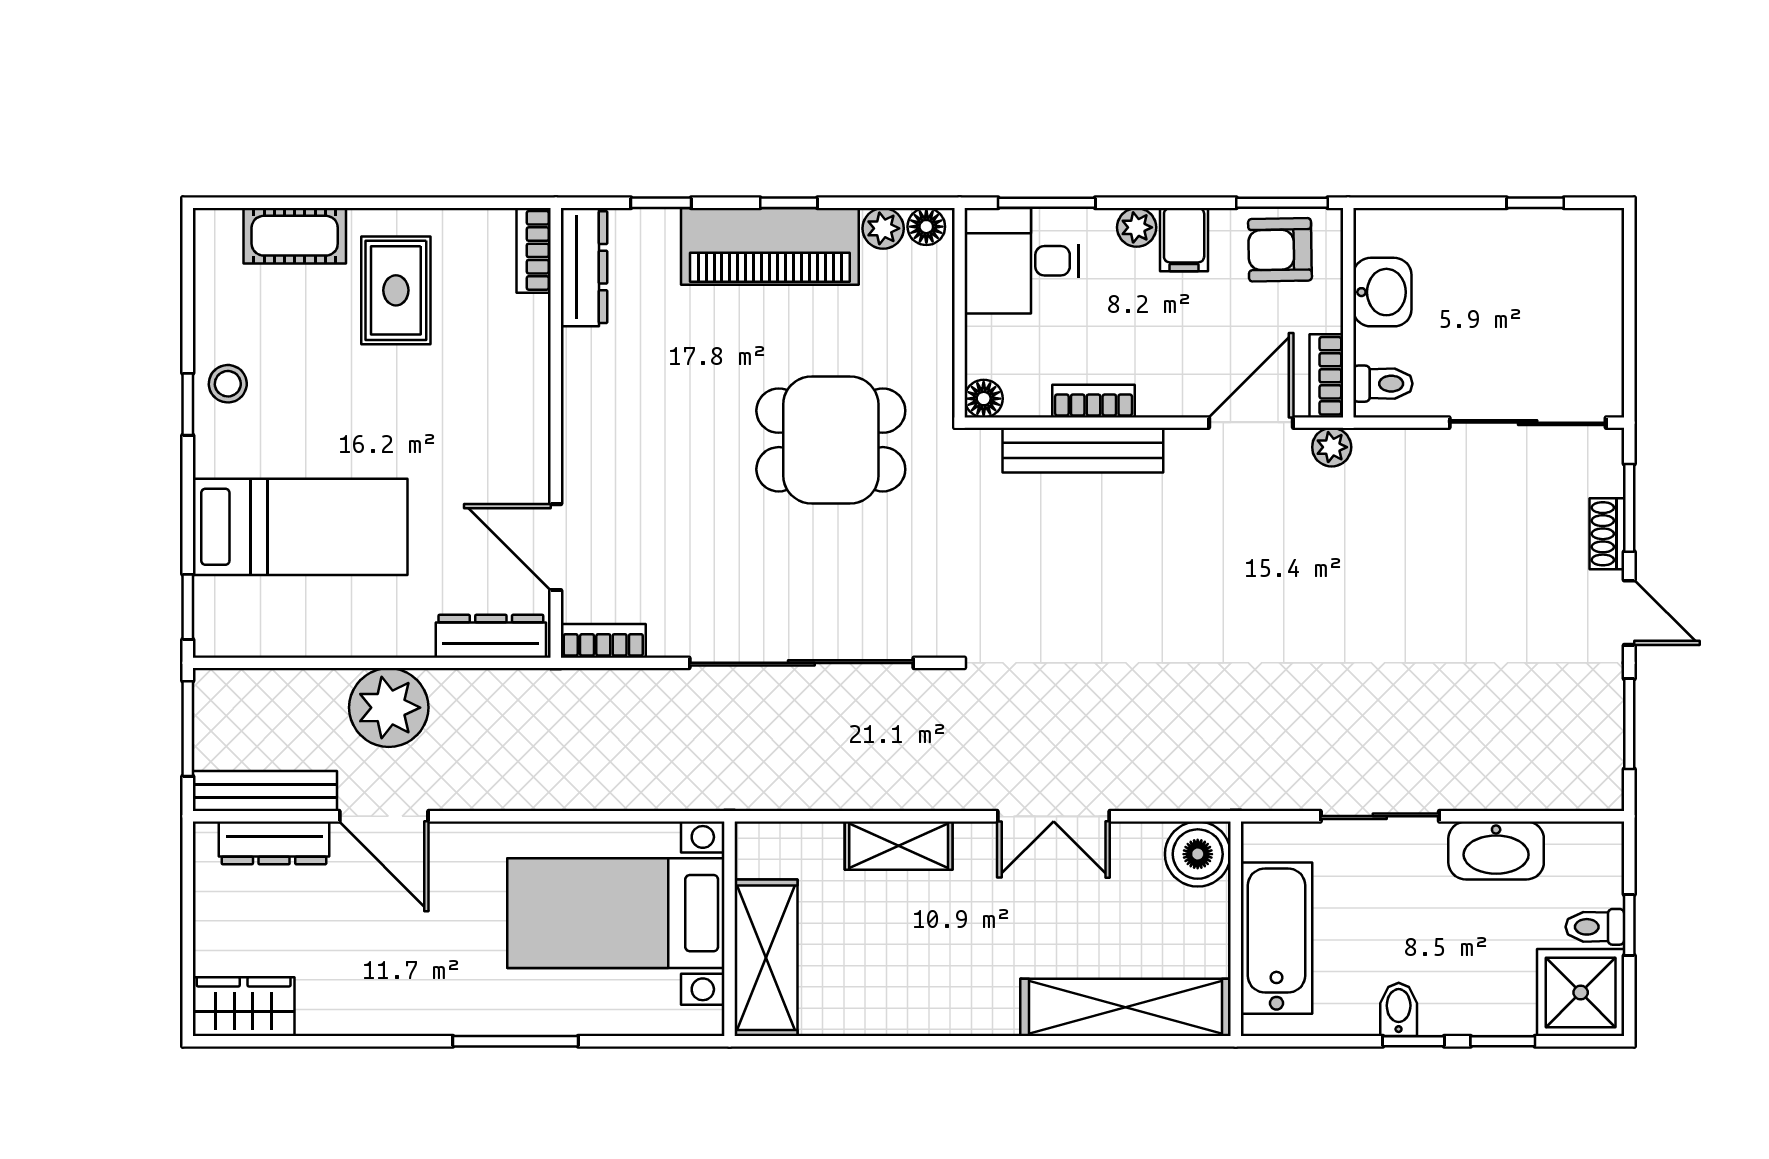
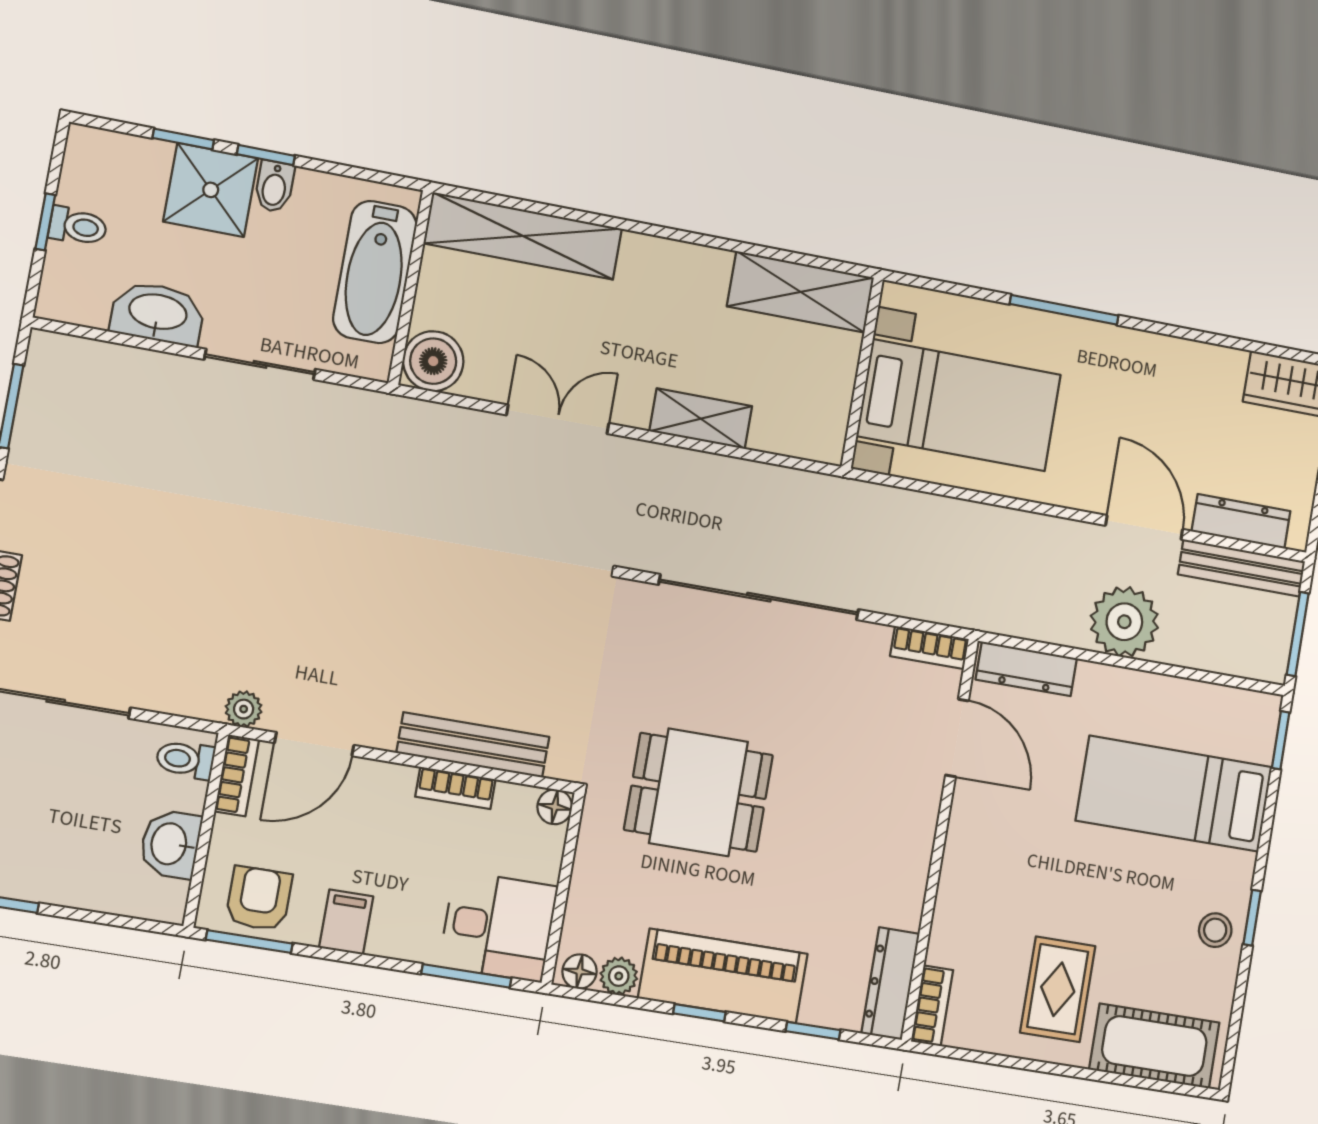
plant: (1137, 227) -> (388, 940), removed
cot: (295, 236) -> (1154, 1046), width x1.37, depth x1.34
armchair: (1280, 250) -> (259, 899), turned -89
shelving: (766, 958) -> (801, 292), moved, turned 90
shower: (1581, 992) -> (211, 190), moved

